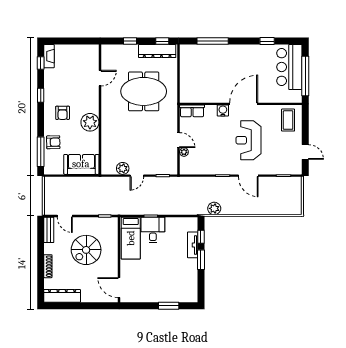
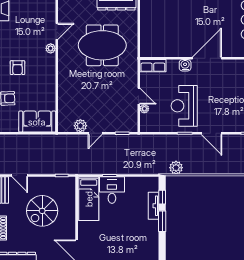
plant: (90, 122) -> (51, 48), moved, width x0.53, depth x0.53
reception desk: (248, 140) -> (184, 106), moved

